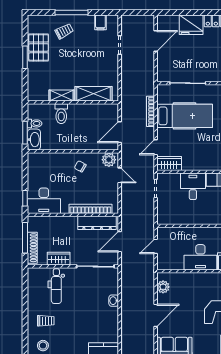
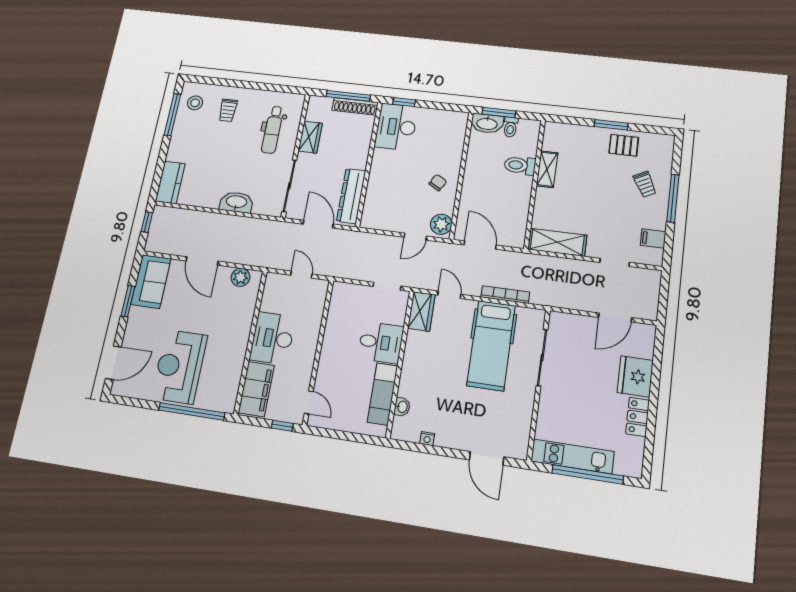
door: (156, 41) -> (615, 317), hinge flipped
pallet: (39, 47) -> (624, 145), width x0.67, depth x0.71
shelving: (93, 94) -> (557, 242), moved, turned 90
bookcase: (90, 209) -> (373, 189), removed
shoe rack: (32, 248) -> (355, 106), moved
dental chair: (56, 286) -> (273, 130), turned -90
washbasin: (114, 301) -> (236, 202), width x1.91, depth x1.45

